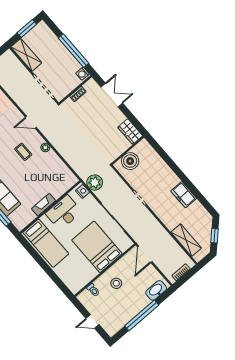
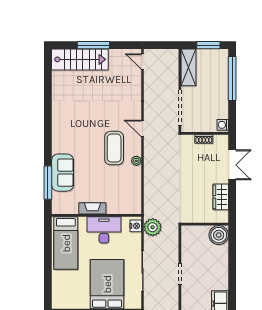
window: (74, 51) -> (232, 78), moved
wardrobe: (130, 132) -> (221, 197), moved
coffee table: (23, 152) -> (114, 148), width x1.86, depth x1.72
boiler: (130, 161) -> (219, 235), moved

